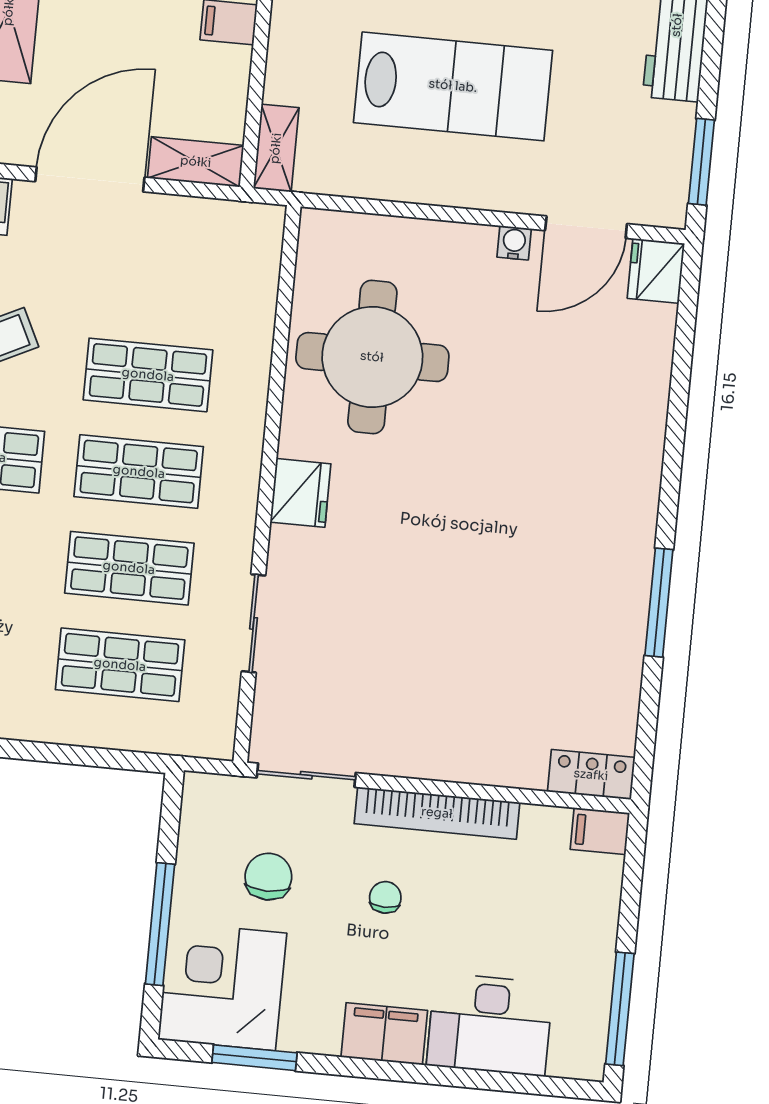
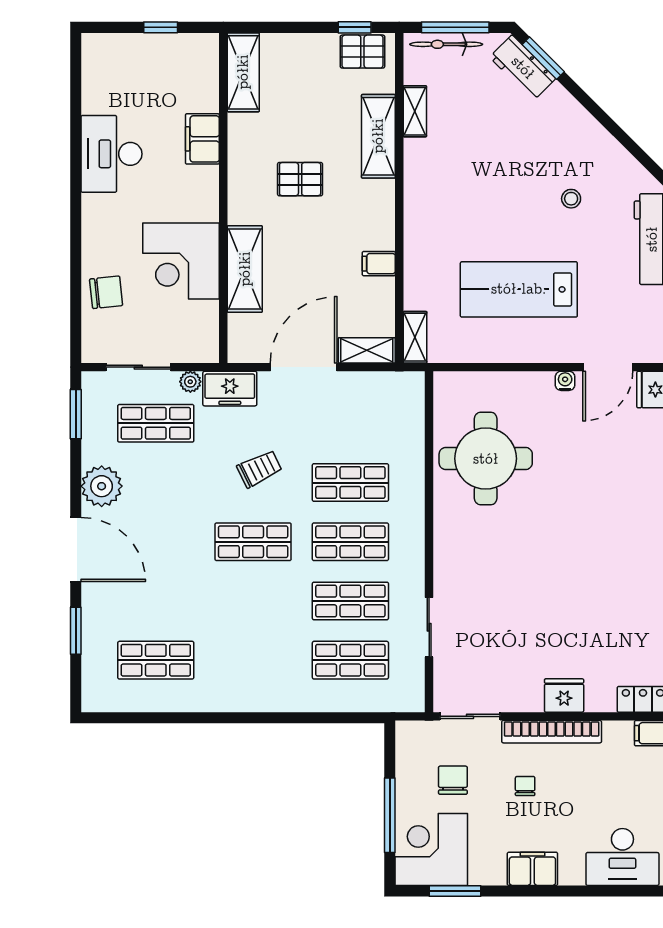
lab bench: (453, 86) -> (519, 289), turned 180
fridge: (300, 493) -> (564, 695), moved, turned -90
desk: (490, 1024) -> (622, 857), moved

